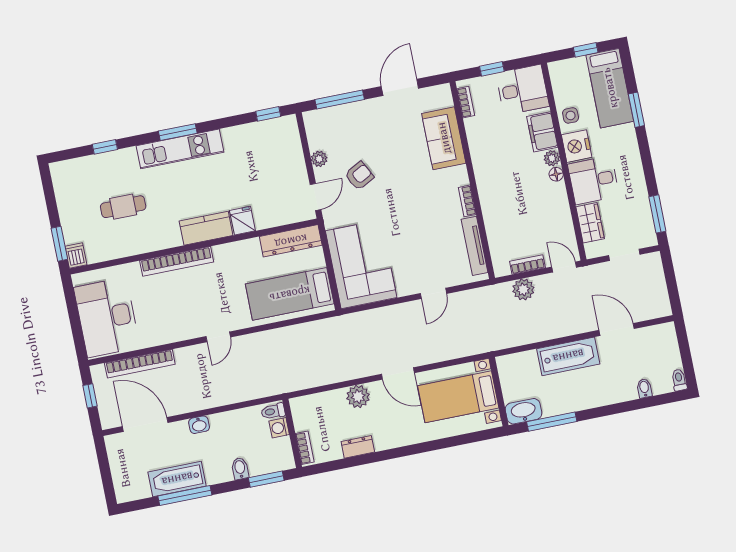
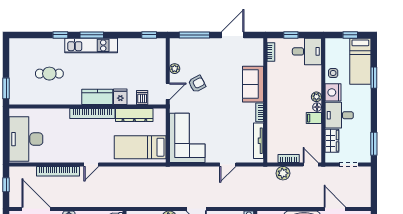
filing cabinet: (542, 132) -> (314, 118), moved, width x0.50
sofa: (444, 138) -> (253, 84), moved
window: (105, 147) -> (60, 35), moved
dresser: (291, 241) -> (134, 115), moved
dishwasher: (76, 256) -> (142, 98), moved
bookcase: (177, 261) -> (92, 113), moved
bookcase: (140, 364) -> (58, 171), moved

